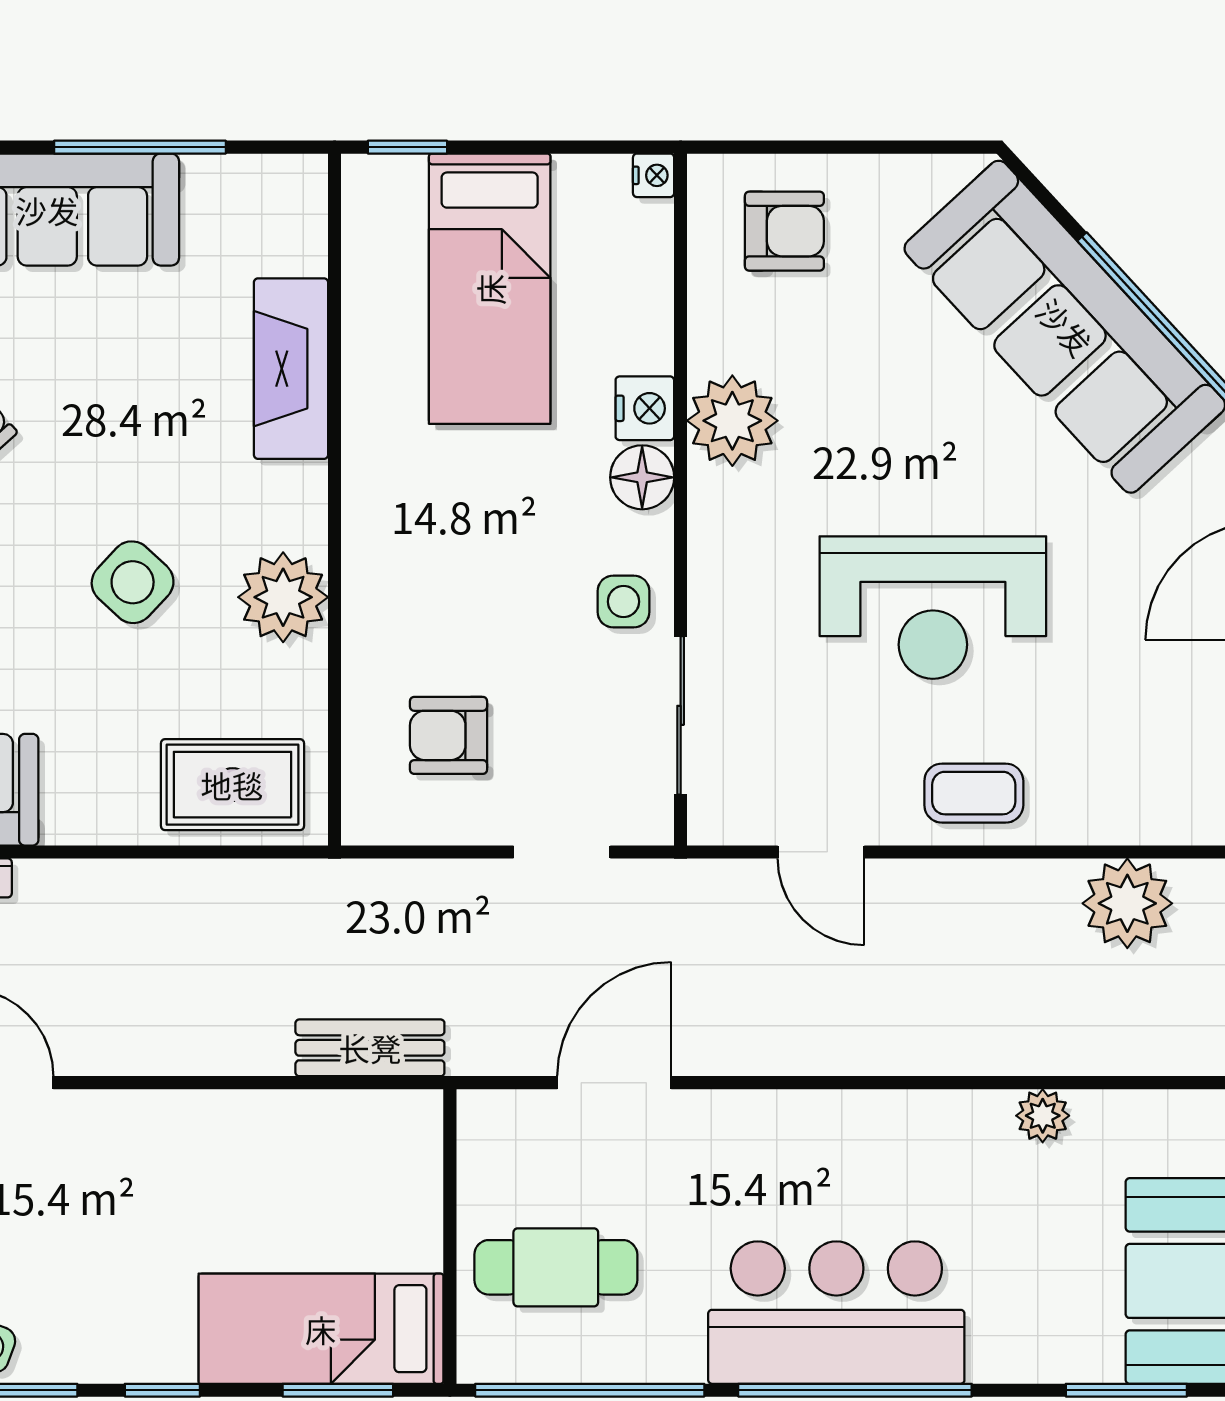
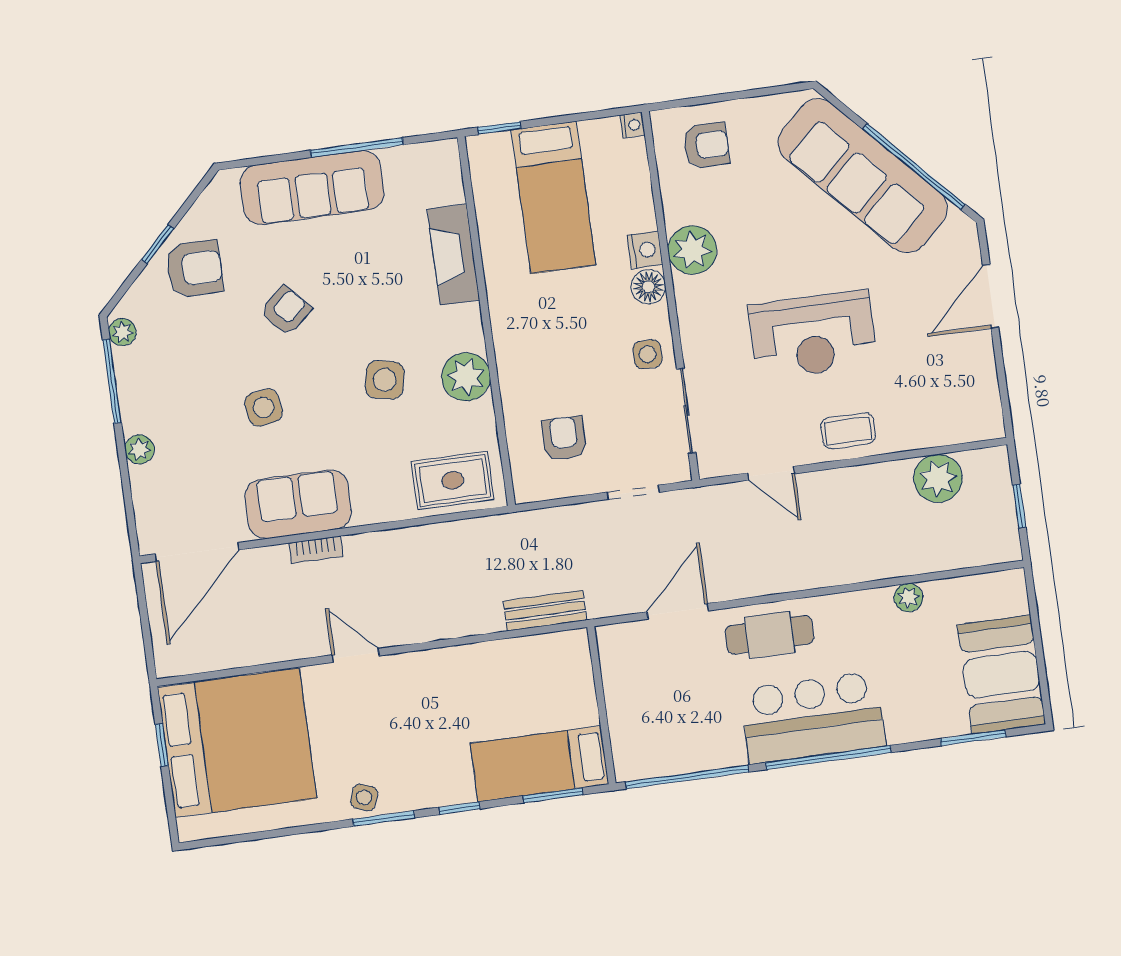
side table: (133, 582) -> (385, 380), turned -31
armchair: (449, 735) -> (564, 438), turned 90
cafe table: (556, 1267) -> (770, 635), moved

